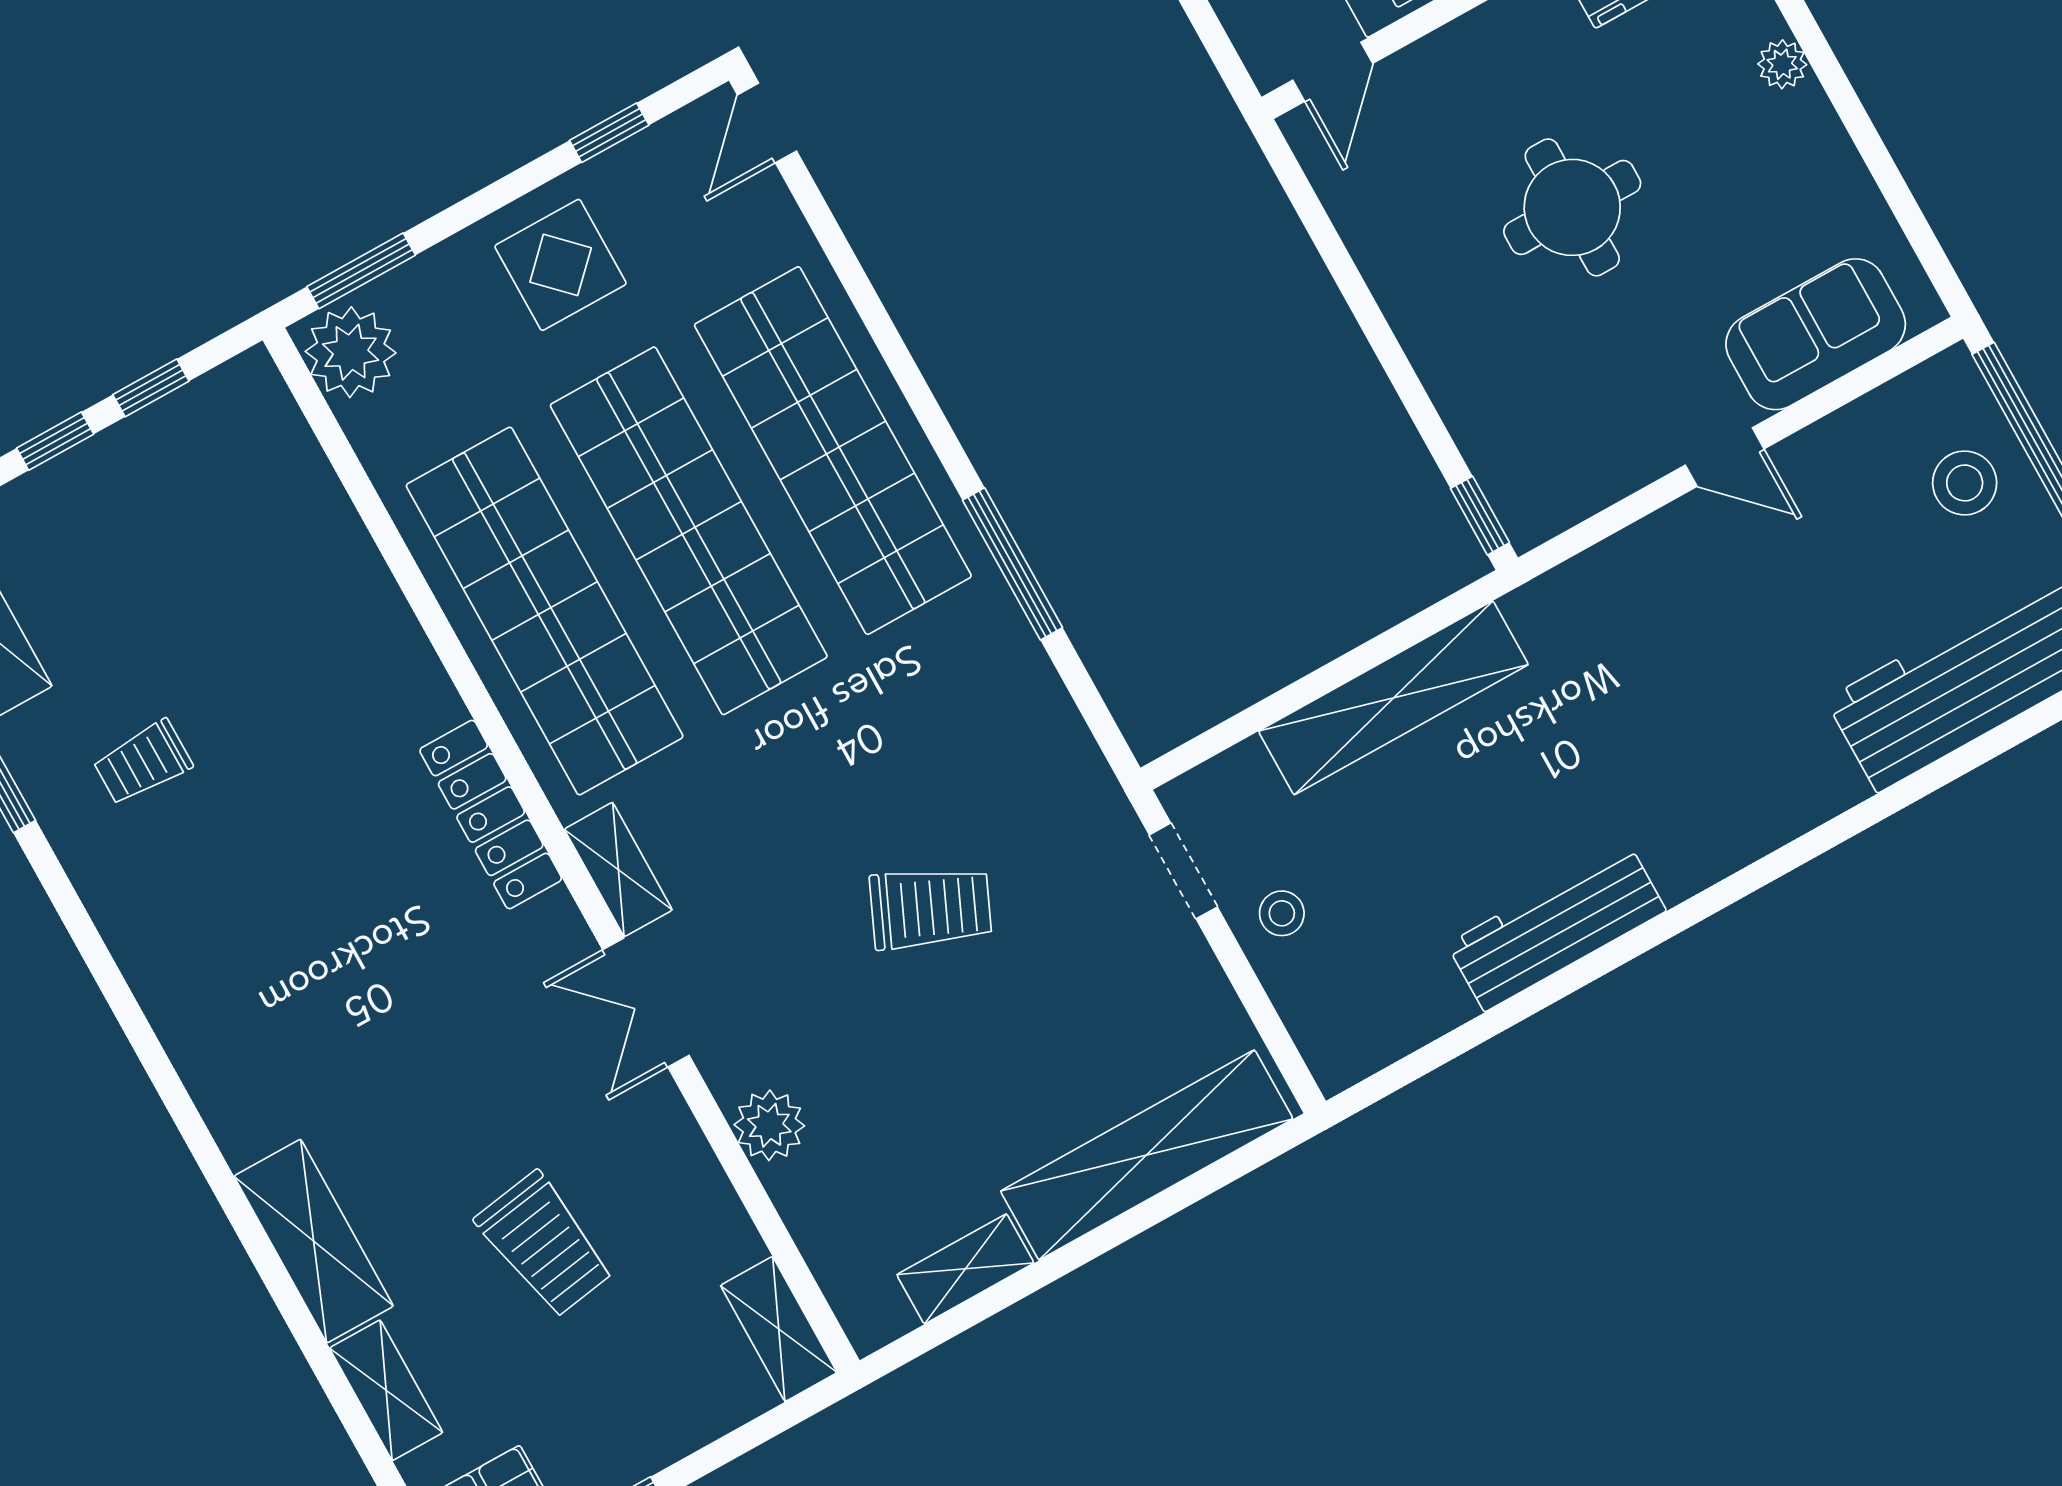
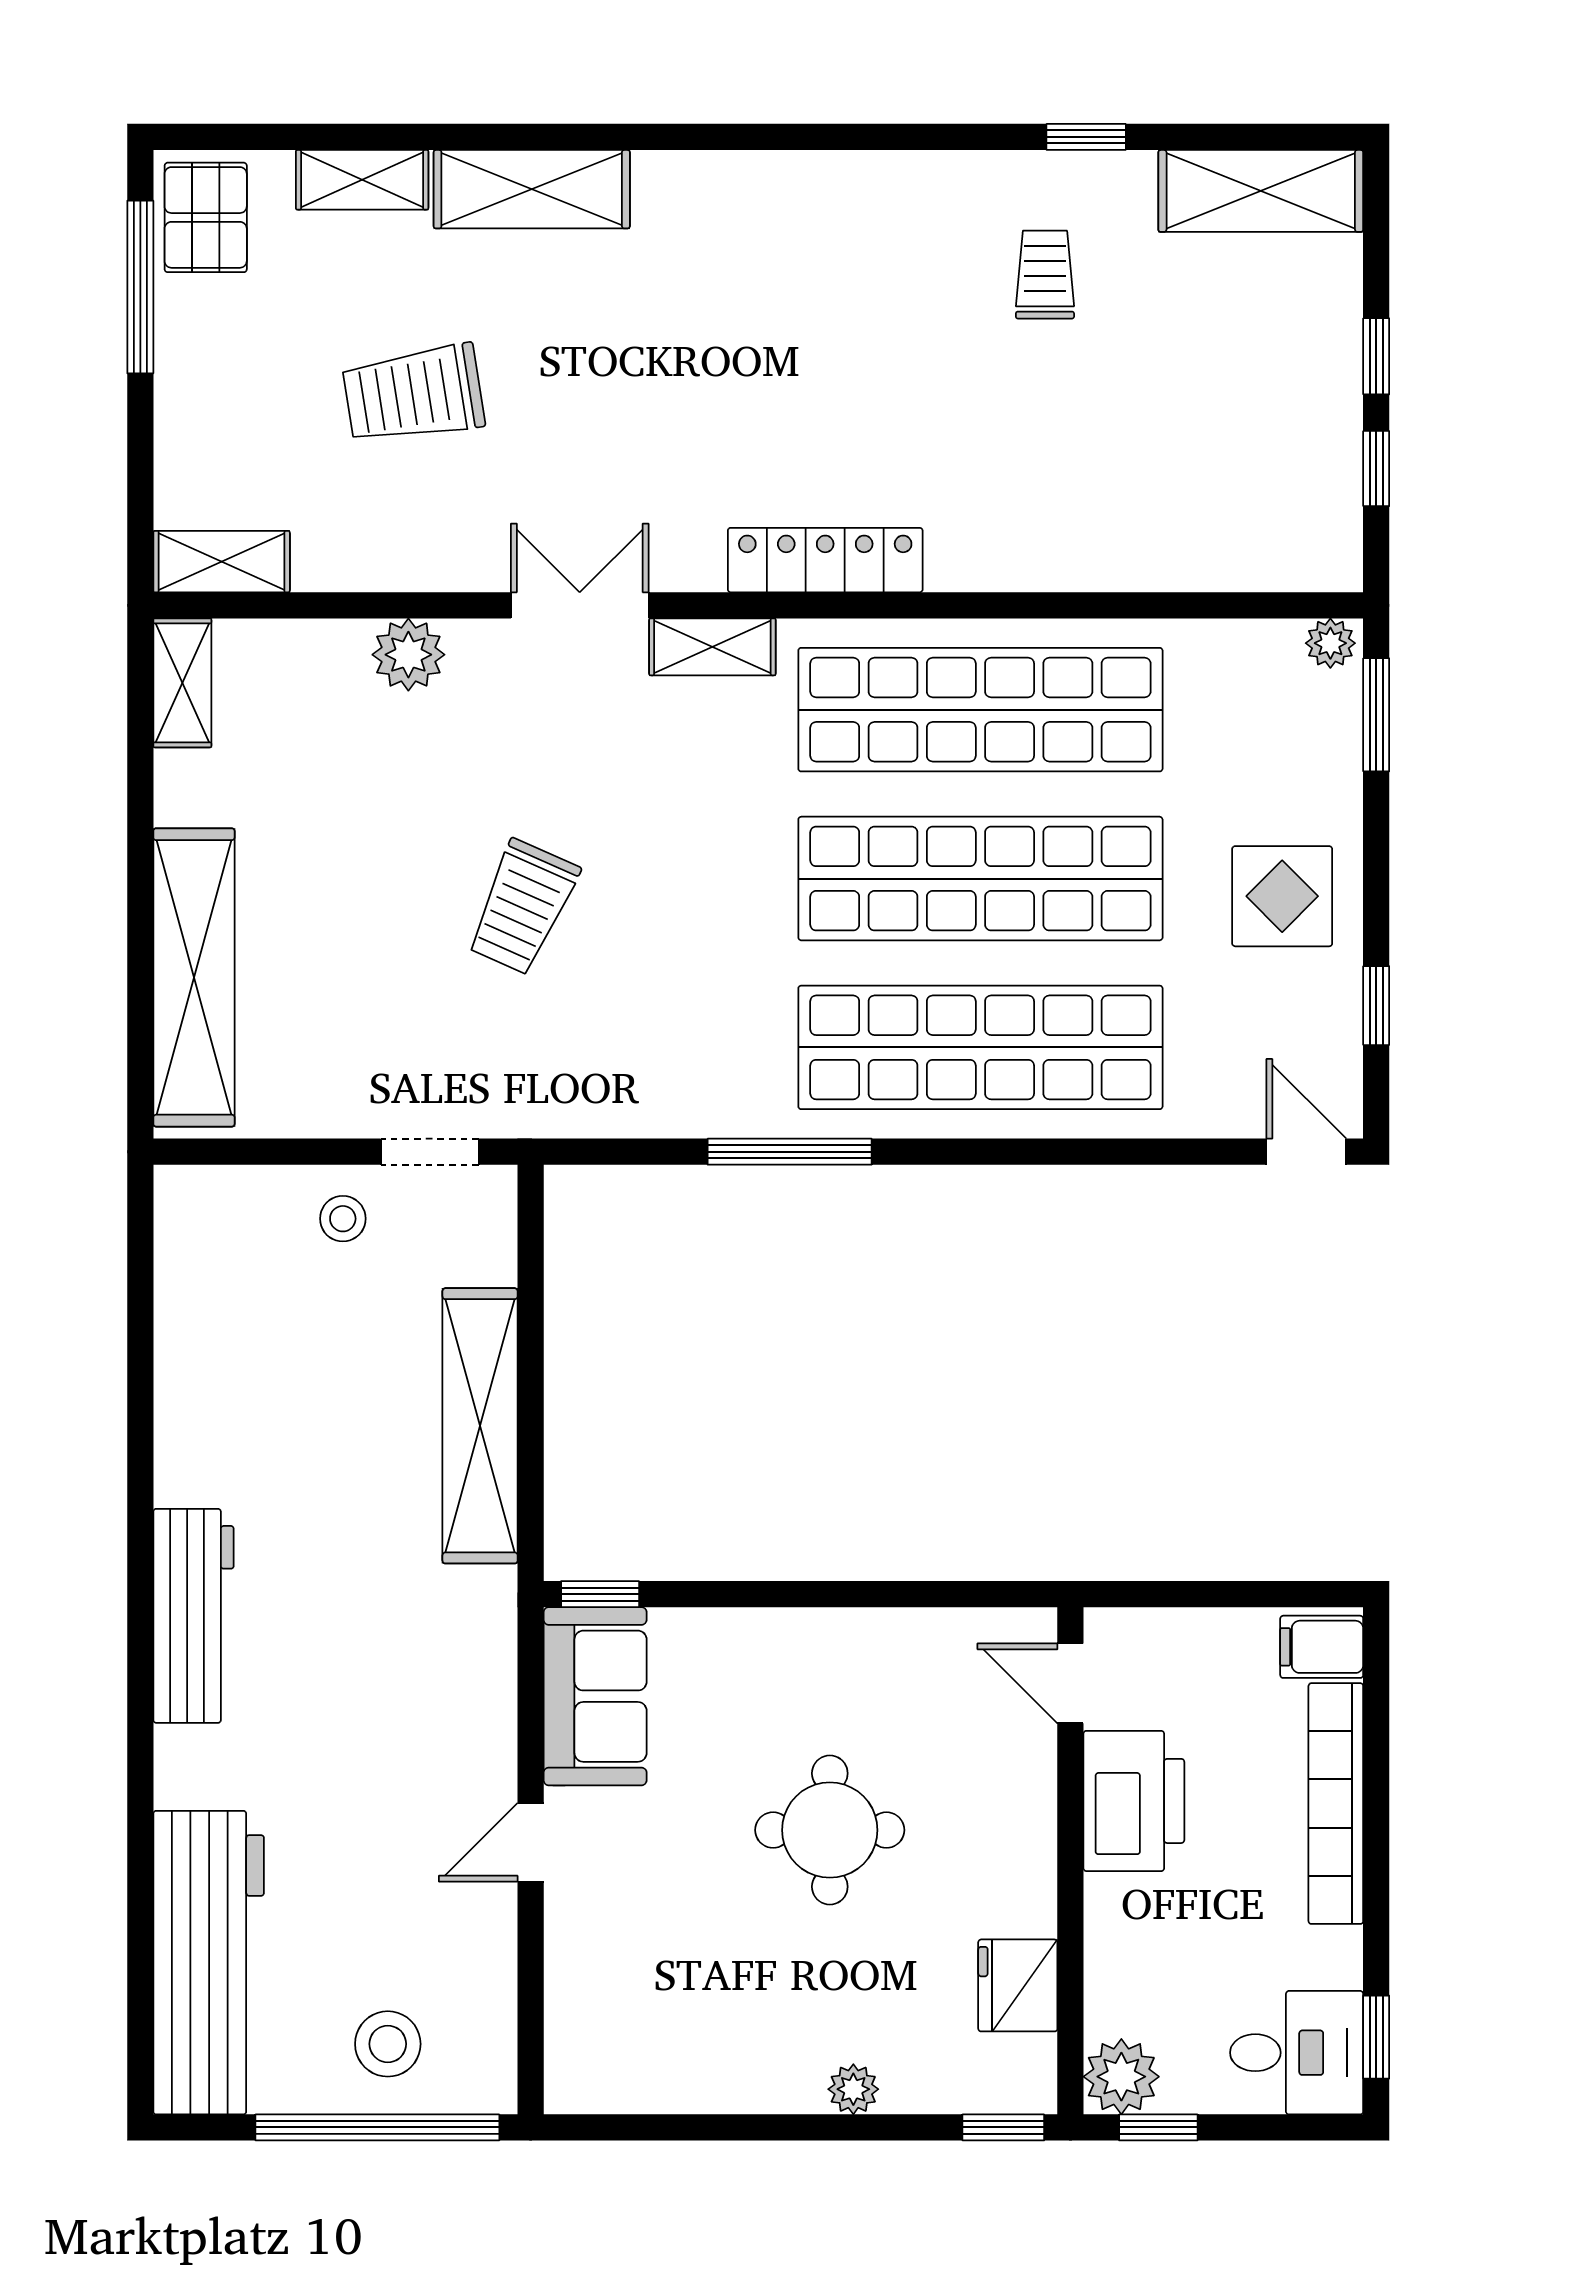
sofa: (1816, 334) -> (595, 1696), moved
plant: (351, 352) -> (1330, 643), width x0.53, depth x0.53
workbench: (1556, 927) -> (193, 1616), moved
shelving: (965, 1269) -> (182, 683), moved

